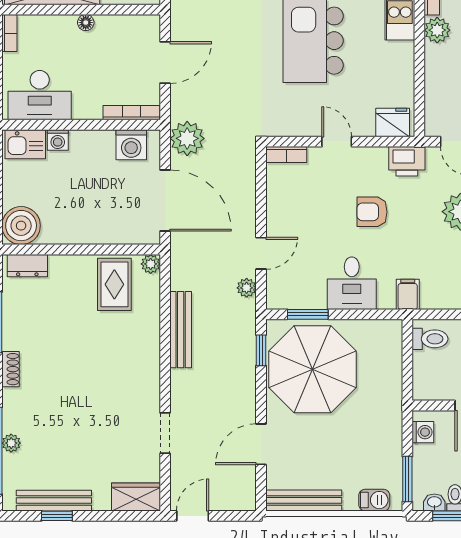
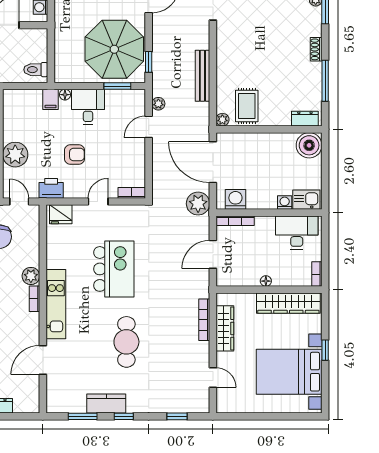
door: (337, 142) -> (98, 201), swing flipped
floor lamp: (386, 301) -> (65, 95), added

